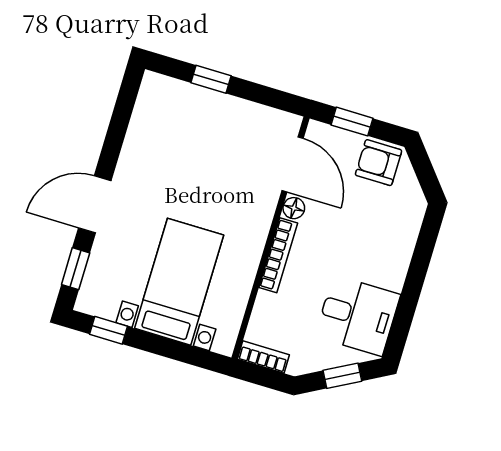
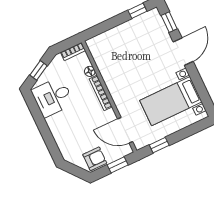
window: (211, 79) -> (159, 145), moved
floor lamp: (294, 208) -> (90, 71), moved
bed with nightstands: (179, 282) -> (171, 101), moved, turned 90

